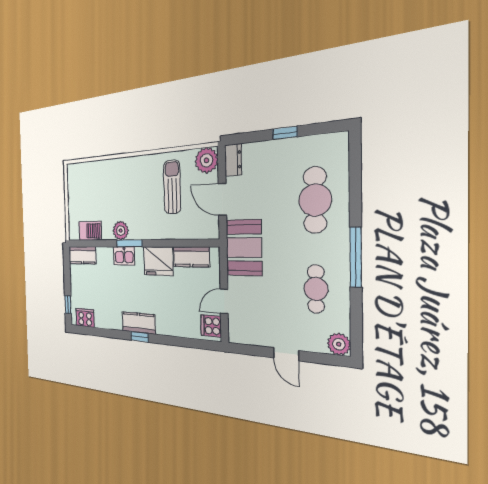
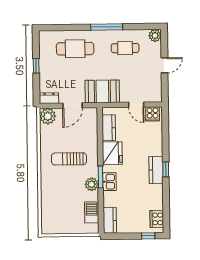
sun lounger: (172, 187) -> (69, 159), moved

